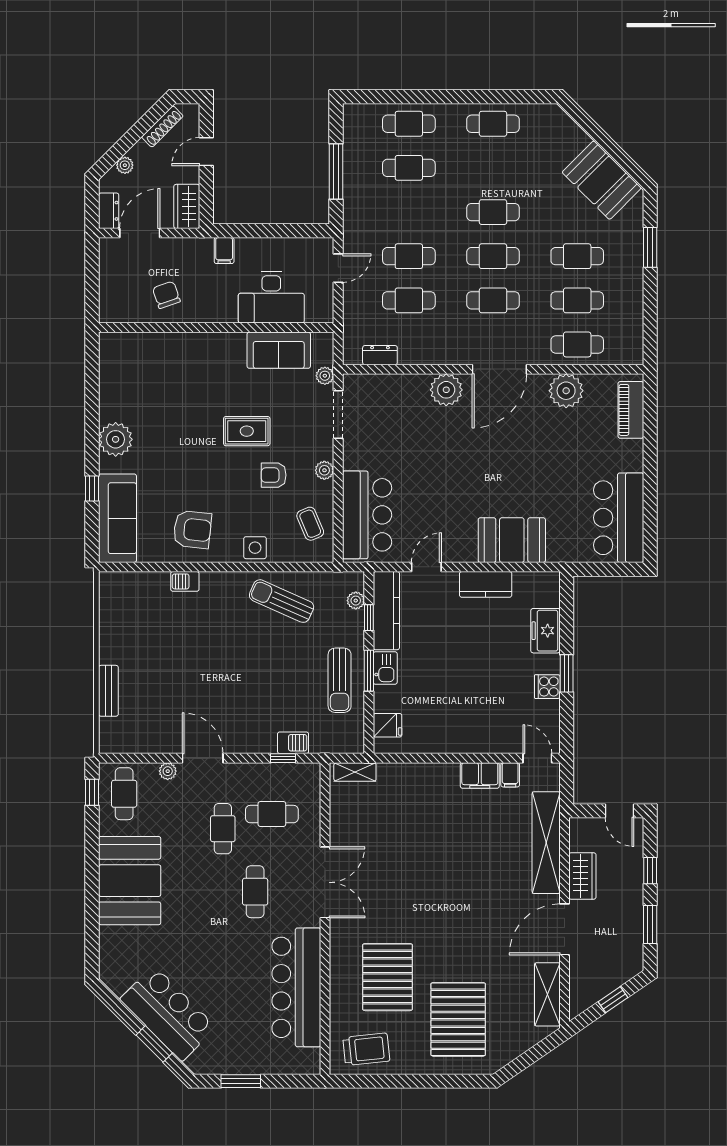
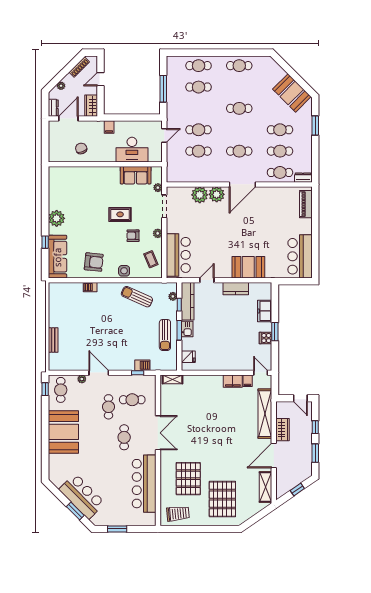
cafe table: (493, 256) -> (239, 130), removed
dresser: (380, 355) -> (303, 178), moved
plant: (566, 391) -> (200, 195), moved

